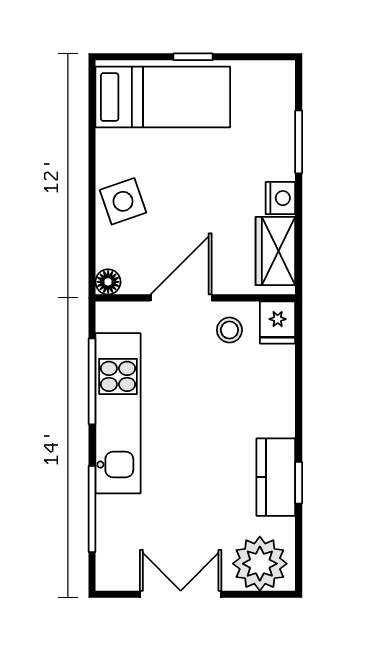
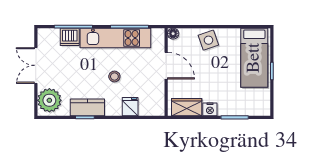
fridge: (278, 322) -> (130, 107), moved, turned 90
stool: (229, 330) -> (114, 76), moved
dishwasher: (115, 517) -> (70, 37), added
double door: (181, 594) -> (36, 65), swing flipped

